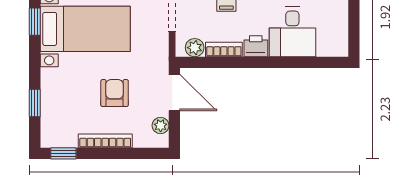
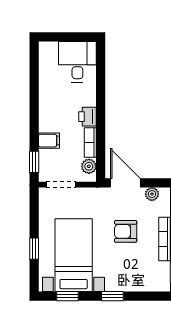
desk: (292, 32) -> (77, 62), moved, turned -90
door: (174, 93) -> (125, 183), hinge flipped
window: (35, 103) -> (112, 296), moved

